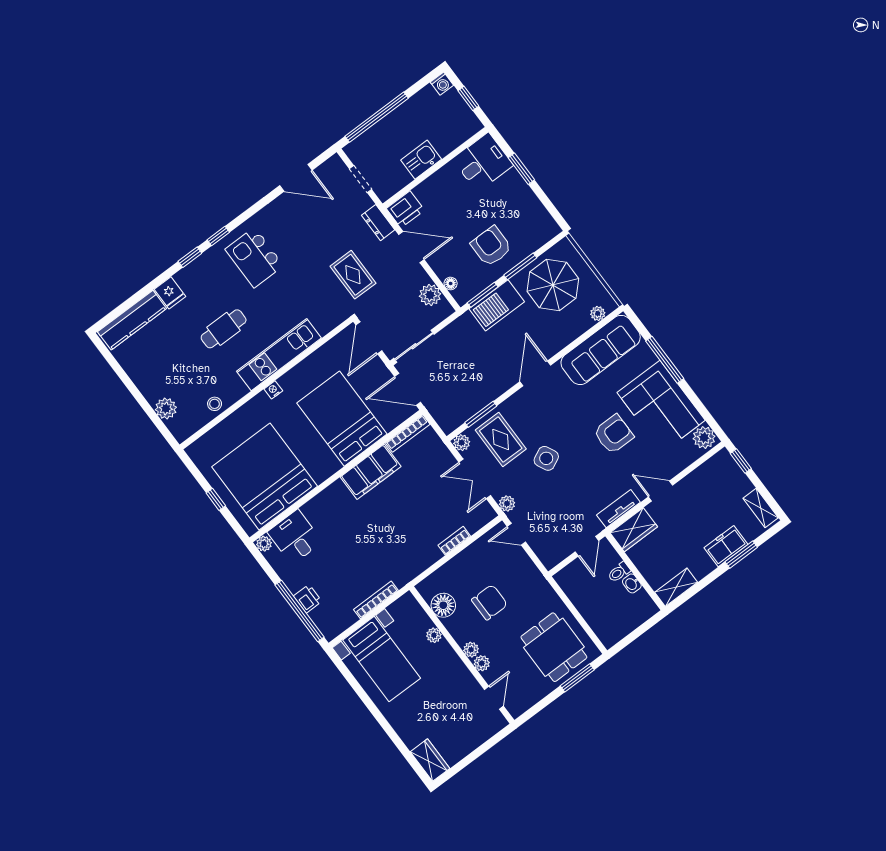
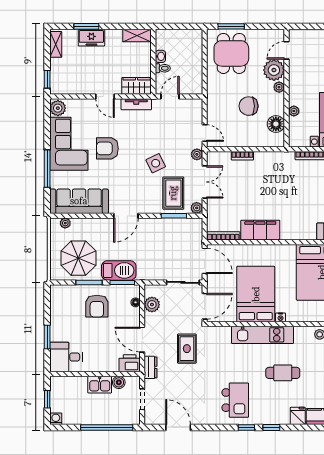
boiler: (401, 178) -> (119, 382), added
bed: (342, 419) -> (256, 294), moved, turned 180
plant: (482, 663) -> (274, 70), width x1.87, depth x1.87

